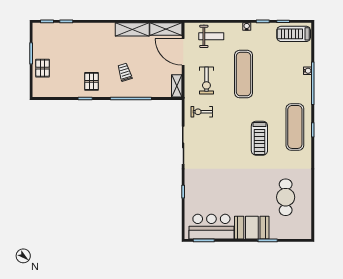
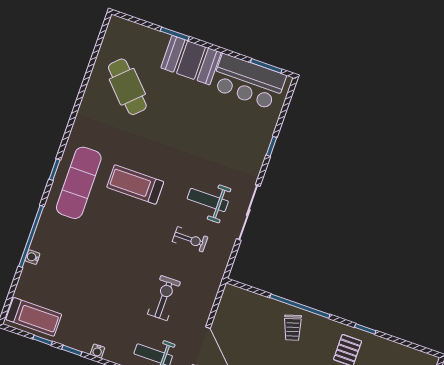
trolley: (125, 72) -> (293, 328), moved
exercise mat: (243, 74) -> (126, 285), removed
exercise bike: (206, 81) -> (164, 298), moved
shelving: (177, 86) -> (228, 301), removed
exercise bike: (202, 112) -> (190, 239), moved
treadmill: (259, 138) -> (135, 185), turned -90
weight bench: (211, 144) -> (208, 200), added
cafe table: (286, 197) -> (127, 87), turned -44

